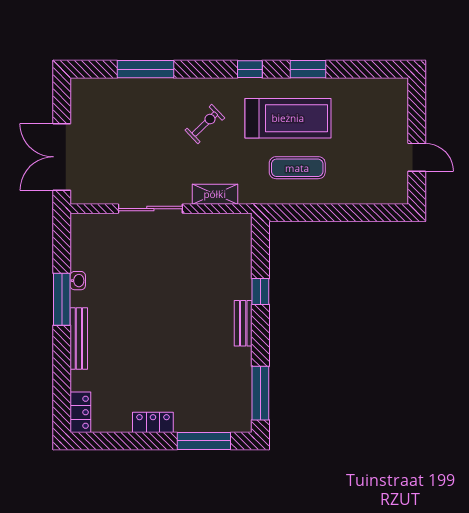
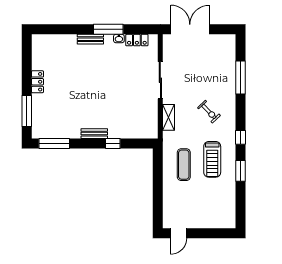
treadmill: (288, 118) -> (212, 159), width x0.73, depth x0.73
door: (417, 157) -> (179, 233), moved
bench: (79, 338) -> (90, 39), width x0.73
locker: (80, 412) -> (137, 40), moved

